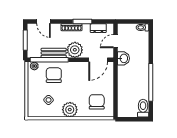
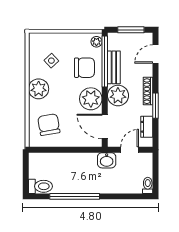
door: (116, 41) -> (130, 150), hinge flipped
plant: (77, 70) -> (91, 99), added
chair: (97, 102) -> (49, 125), turned -100

